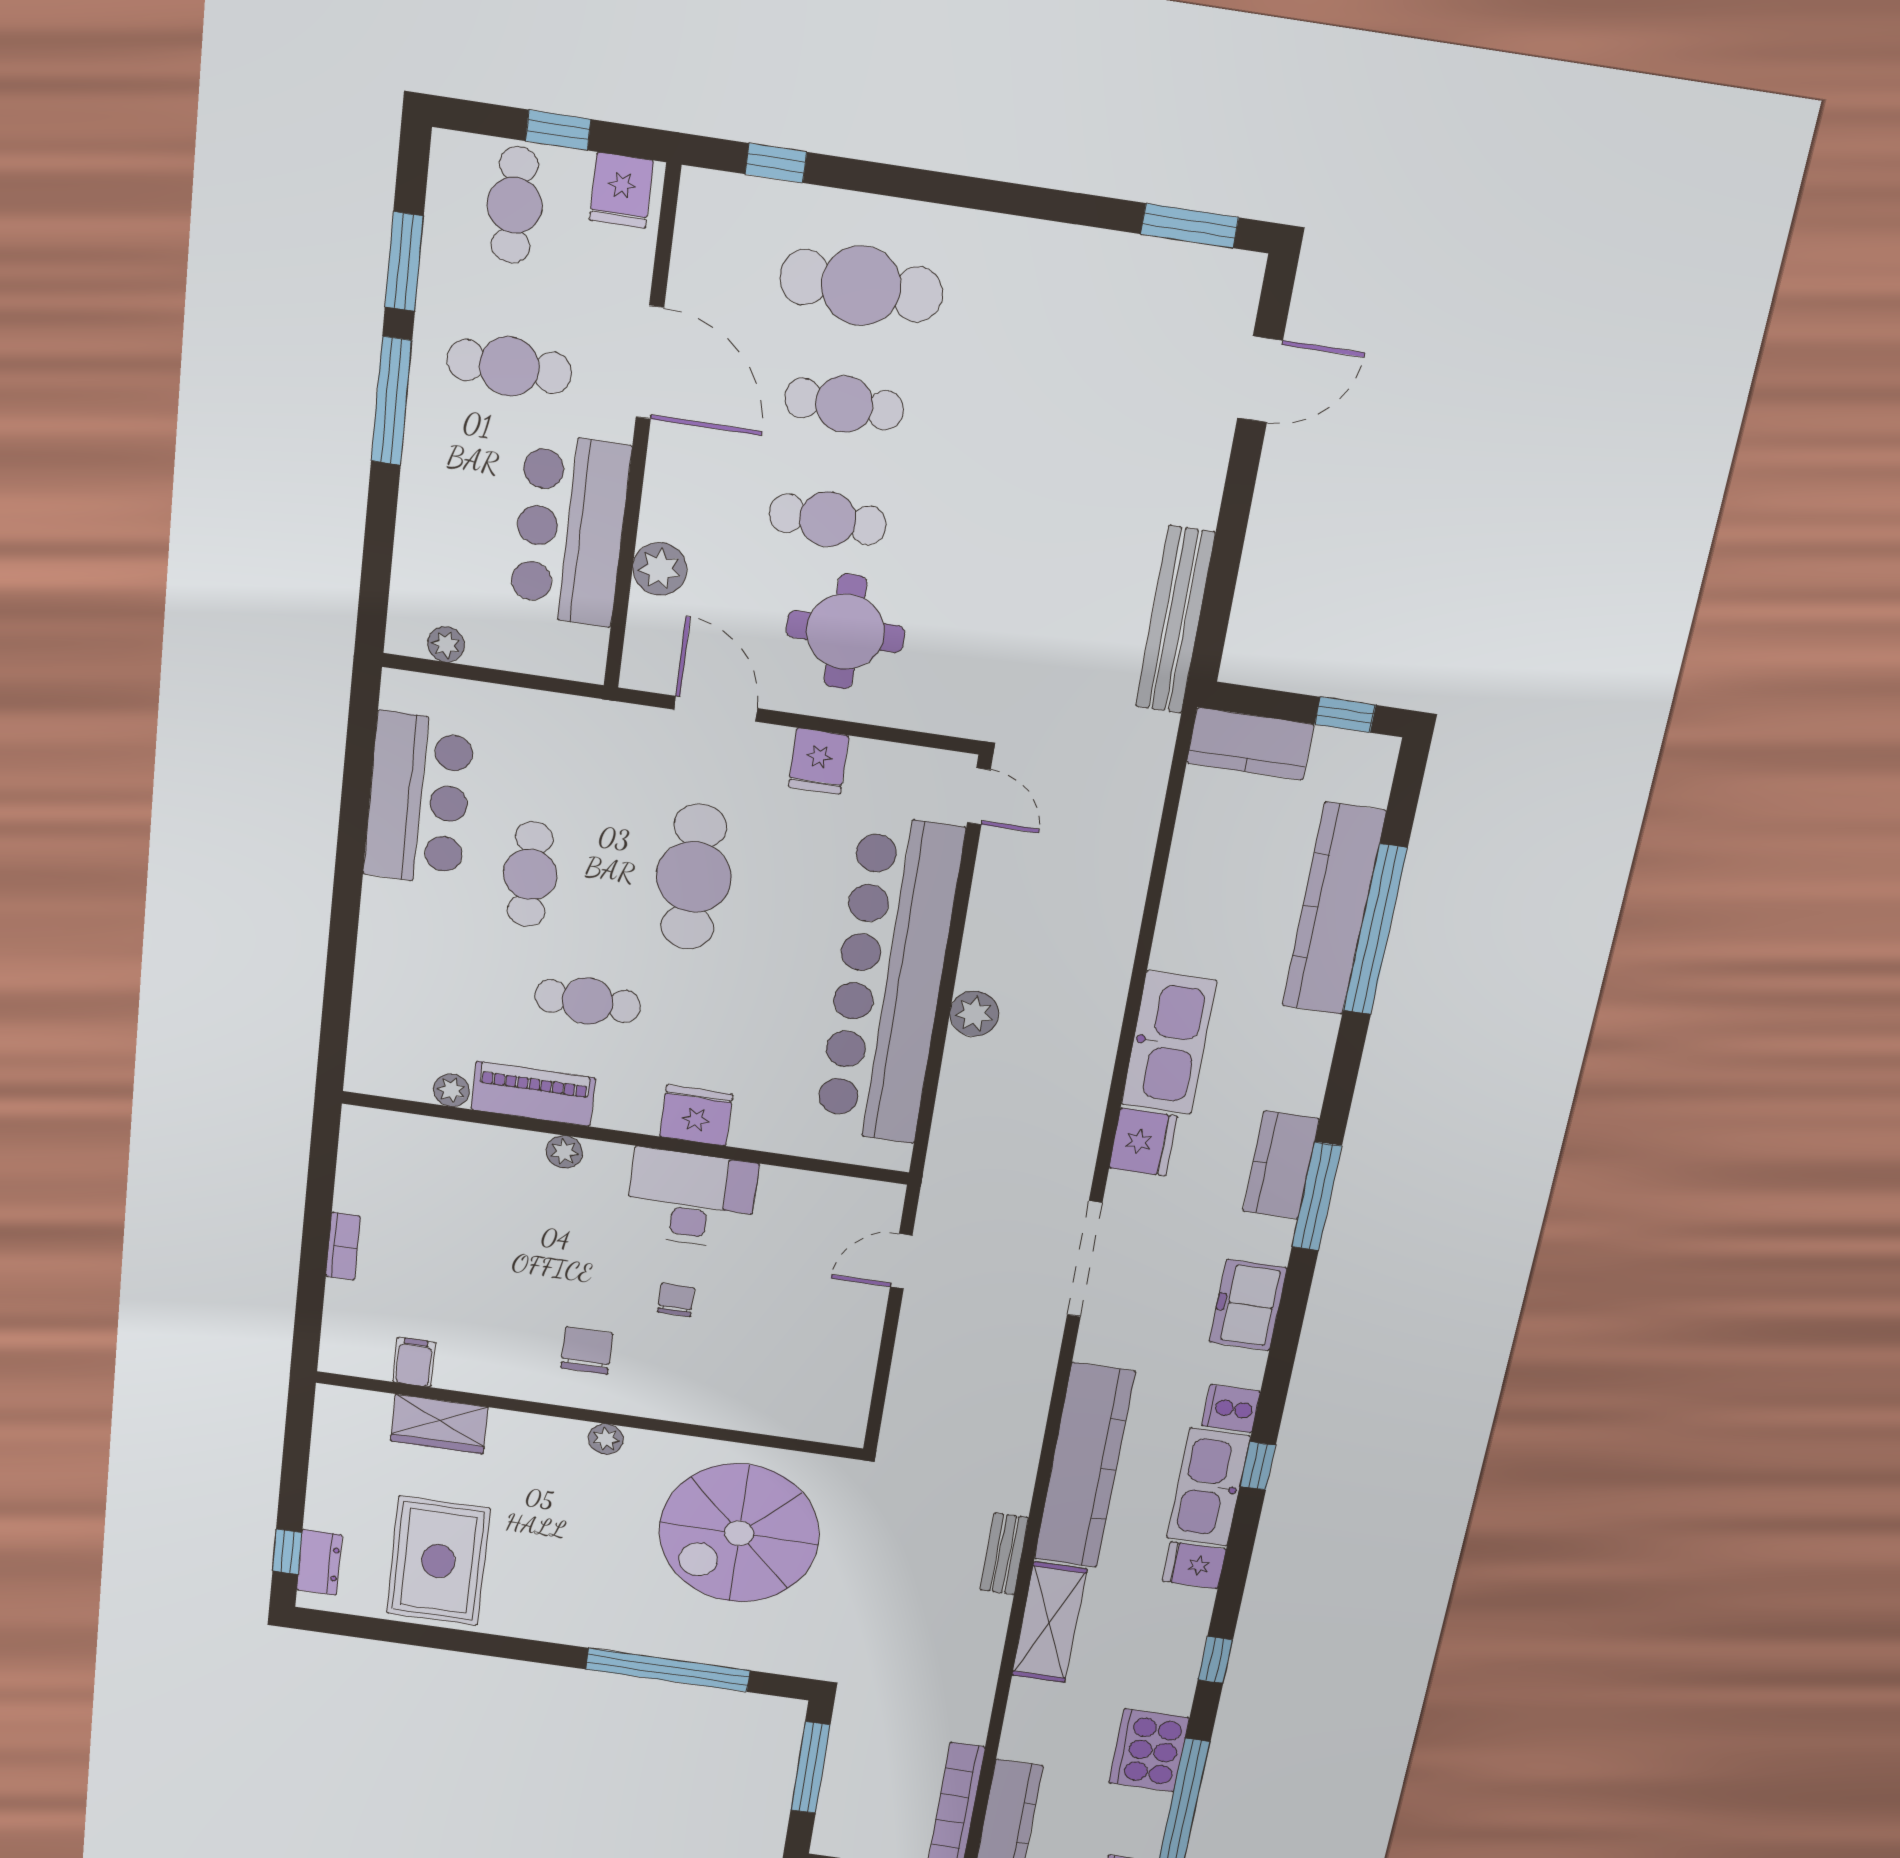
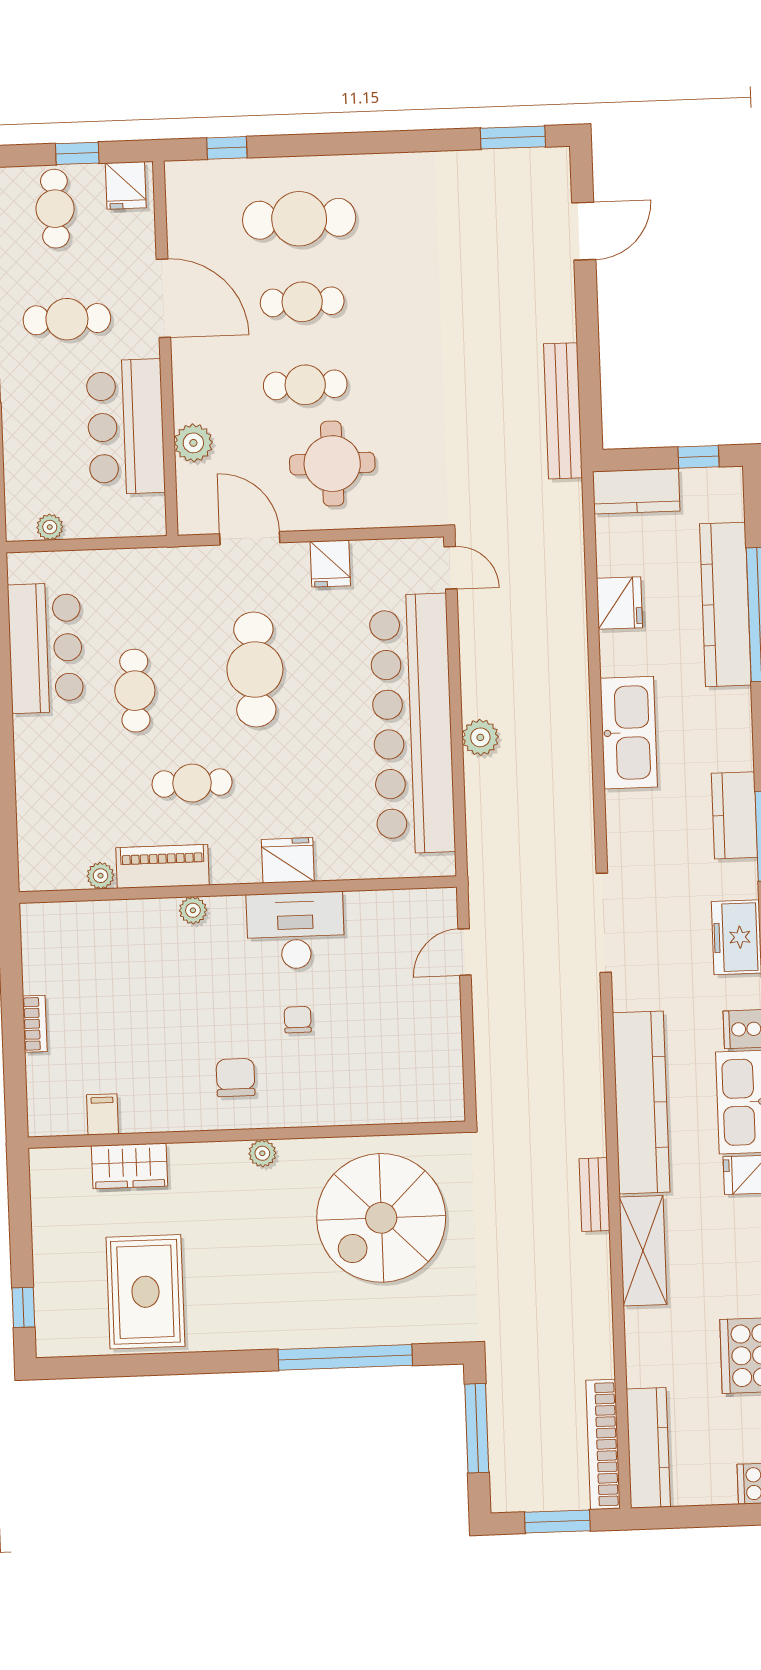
fridge: (1143, 1142) -> (619, 603), moved
dresser: (319, 1562) -> (50, 1312), removed

